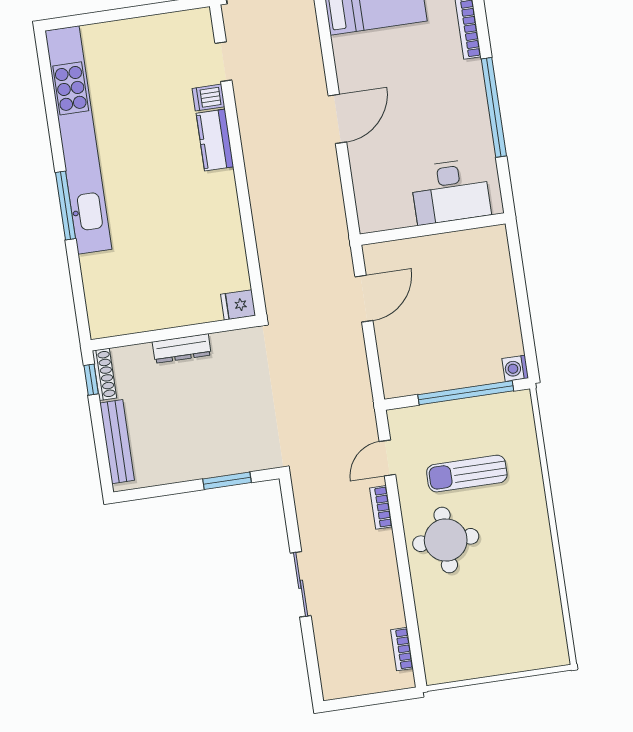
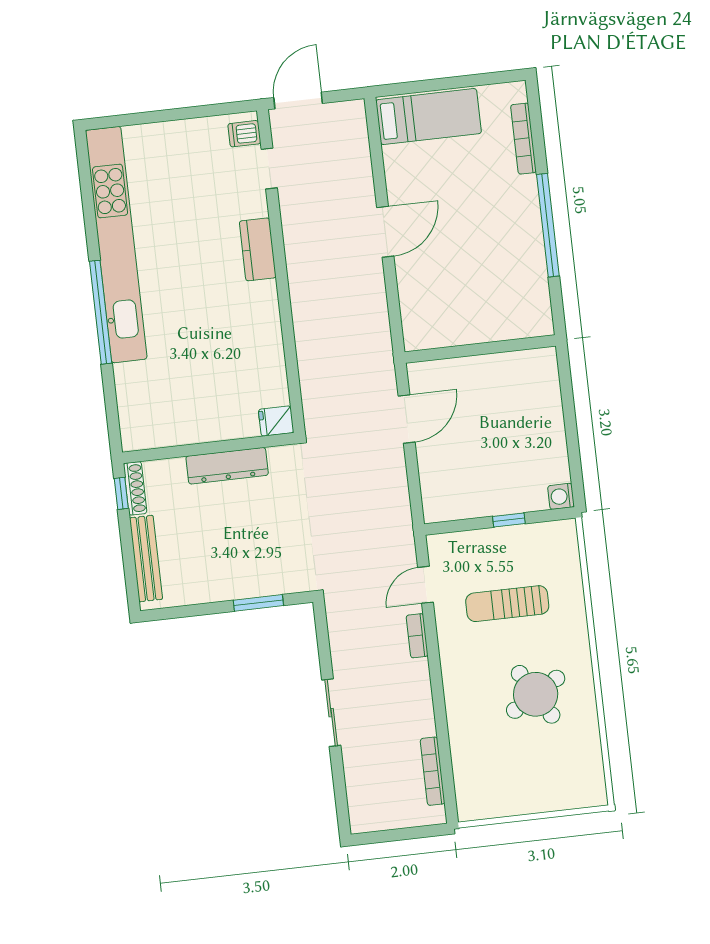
dishwasher: (208, 98) -> (244, 134), moved
desk: (450, 191) -> (500, 311), removed
window: (65, 206) -> (101, 312), width x1.46
dresser: (182, 348) -> (227, 466), width x1.37, depth x1.24
window: (466, 393) -> (509, 520), width x0.32
round table: (446, 540) -> (536, 694), moved, turned -31
bookcase: (402, 649) -> (433, 771), width x1.56

